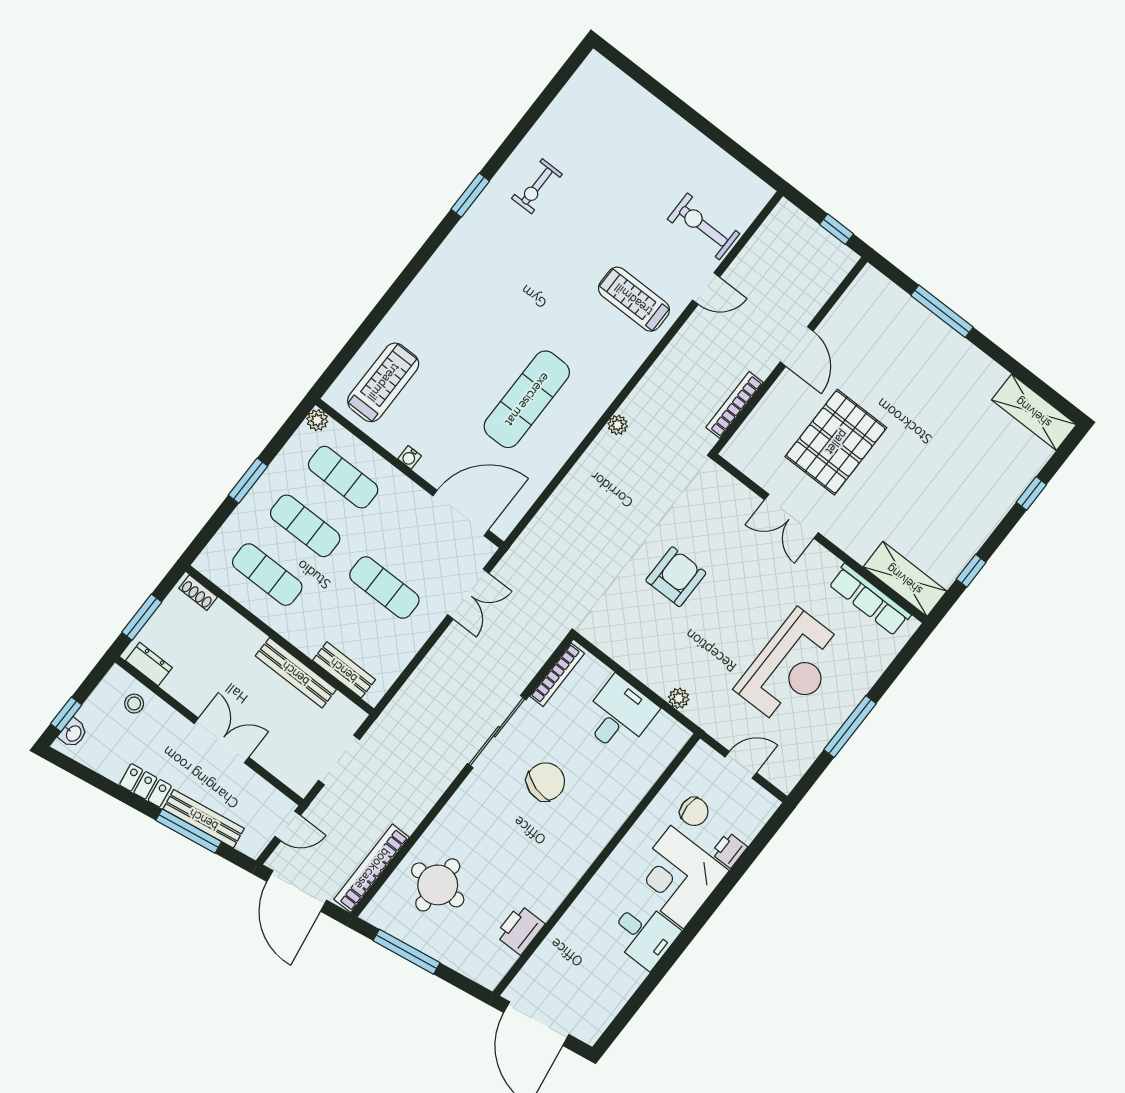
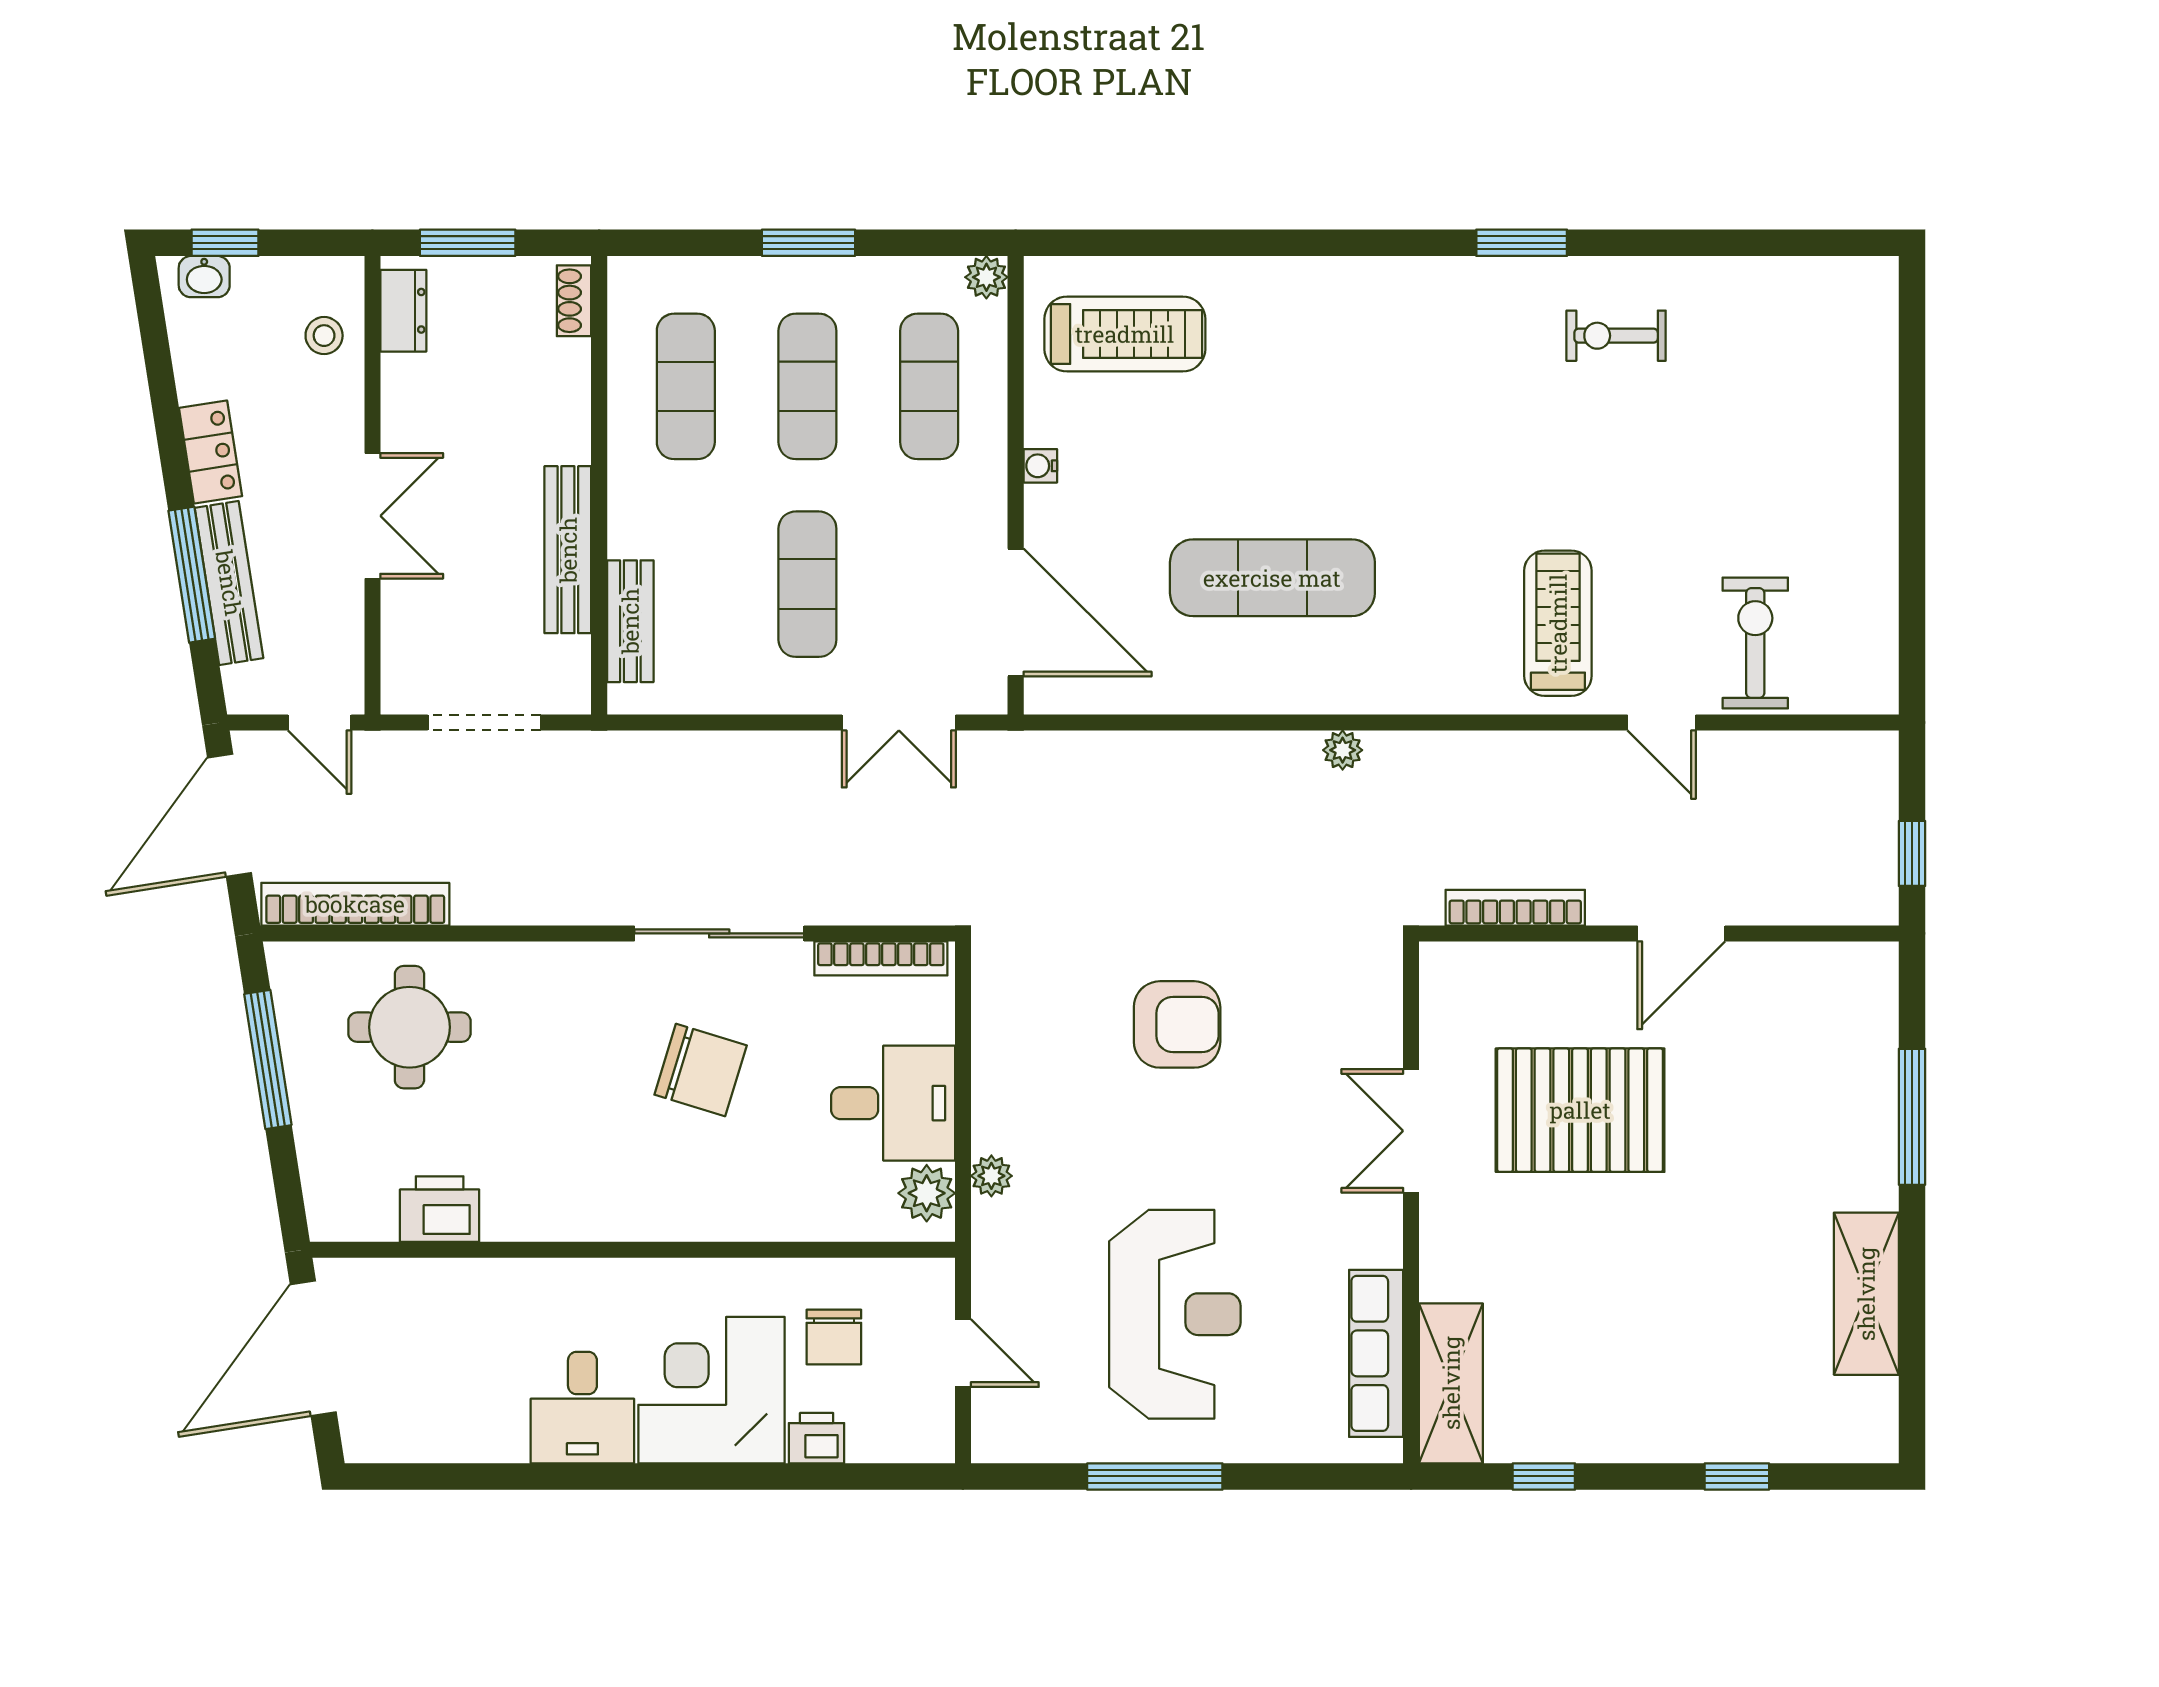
shelving: (1034, 412) -> (1866, 1294), moved
reception desk: (791, 668) -> (1175, 1314), turned -90
plant: (665, 730) -> (927, 1193), added

